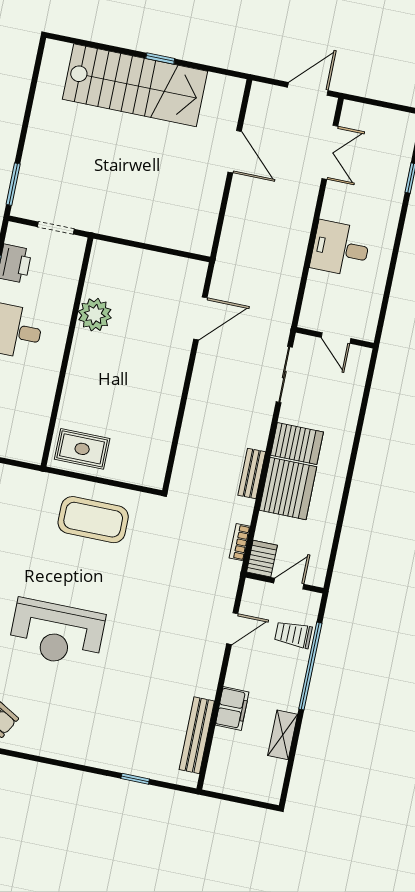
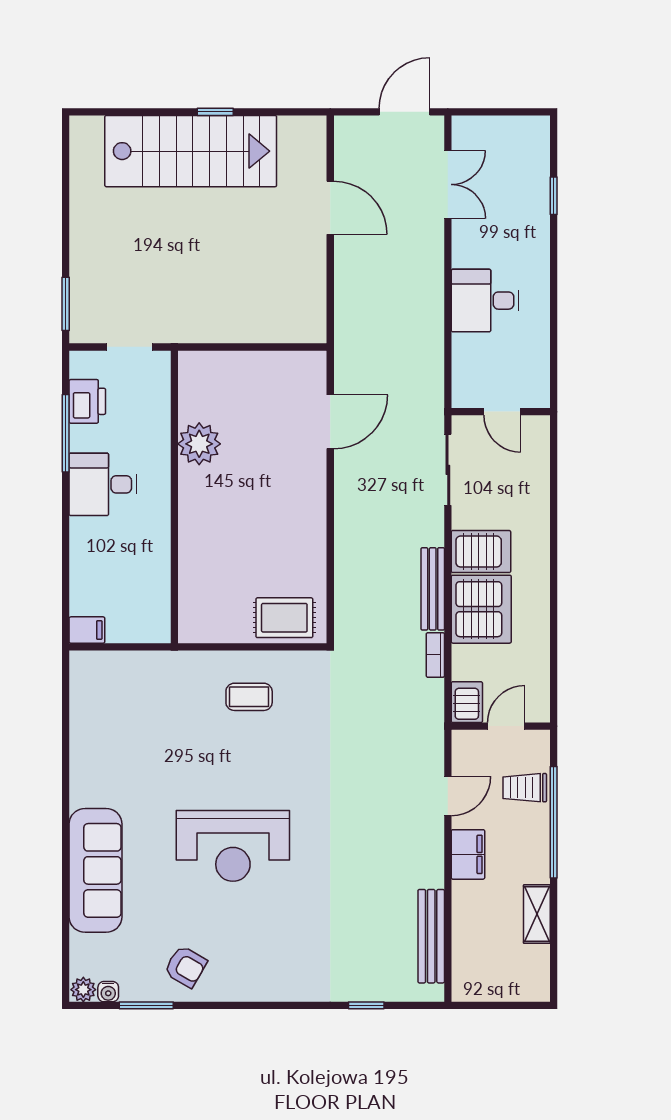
rug: (82, 449) -> (284, 618), moved
bench: (252, 474) -> (433, 589), width x1.36
coffee table: (93, 520) -> (249, 697), width x0.54, depth x0.58
bookcase: (240, 542) -> (435, 655), moved
filing cabinet: (232, 708) -> (468, 854), moved

